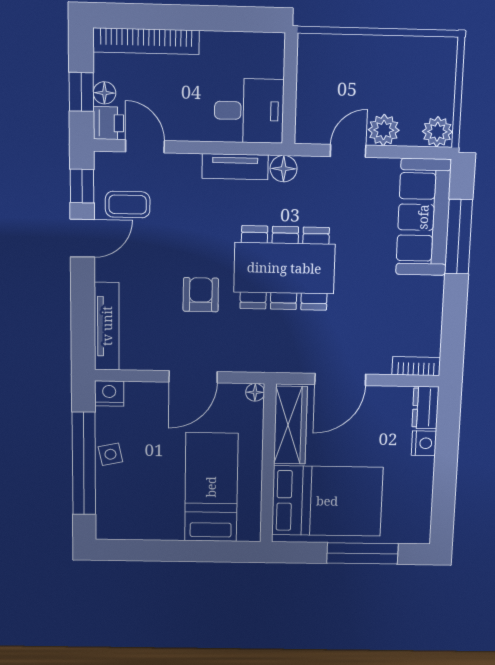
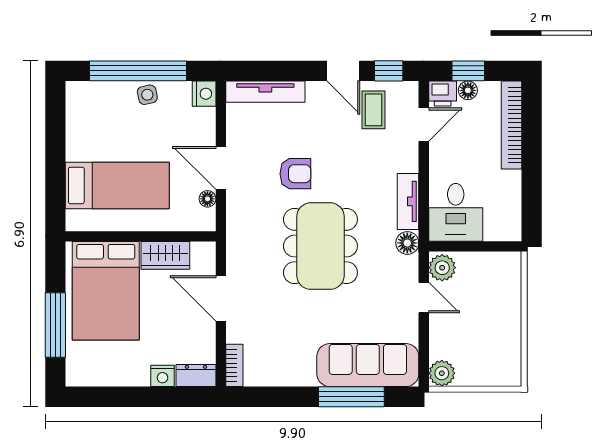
plant: (384, 130) -> (442, 268), moved
floor lamp: (255, 392) -> (207, 199), moved
wardrobe: (291, 425) -> (165, 255), width x0.67

